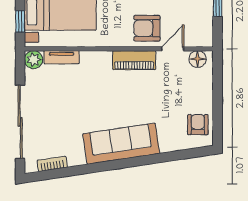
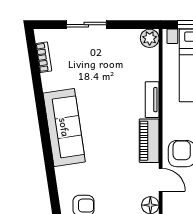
tv unit: (62, 57) -> (152, 100), moved
sliding door: (20, 122) -> (86, 25), width x0.54

